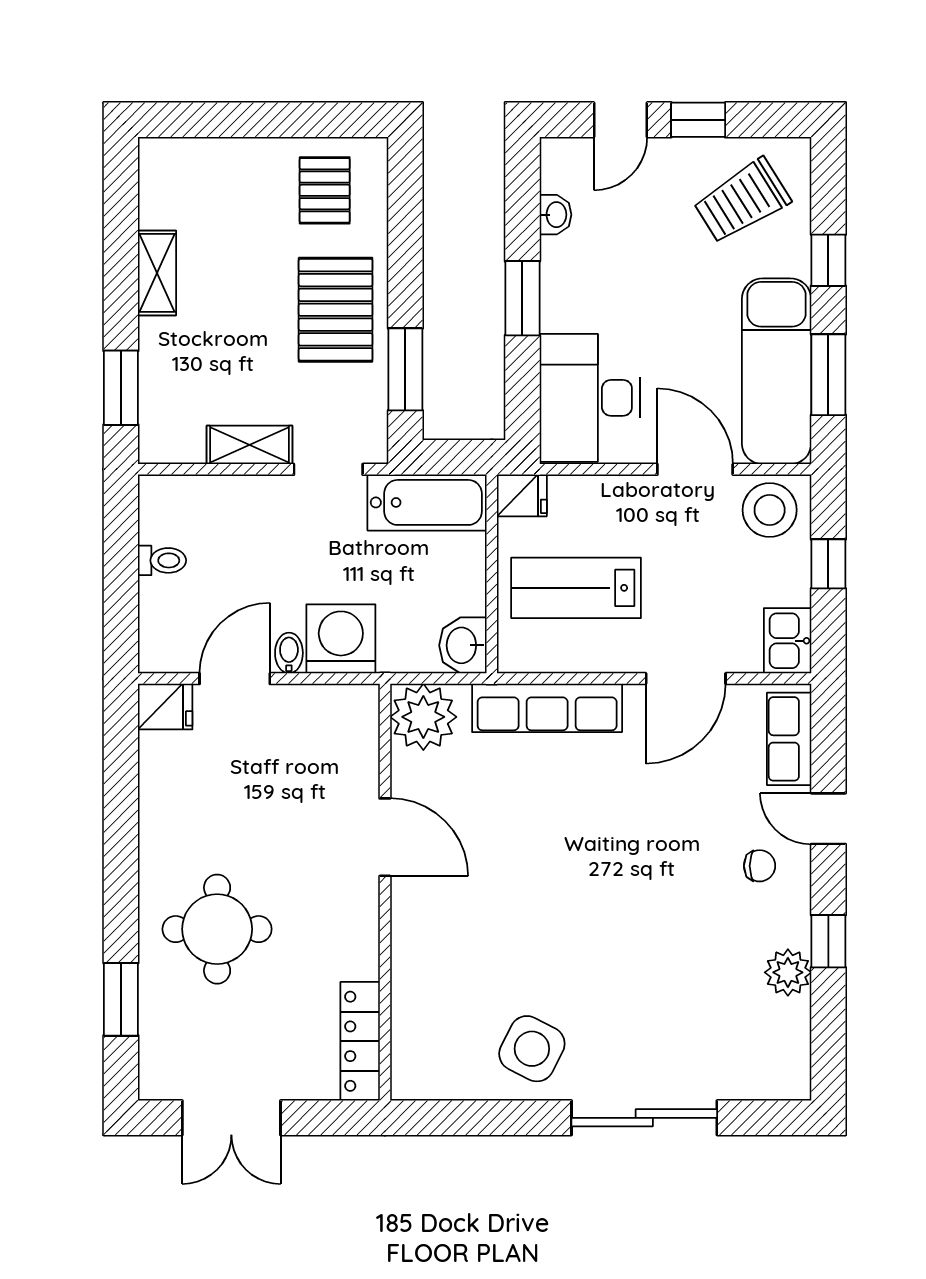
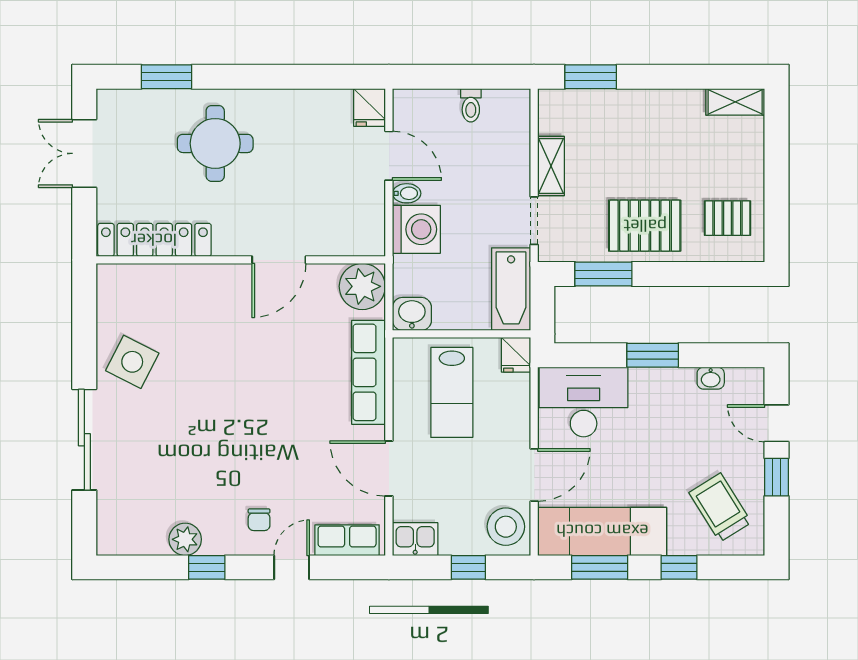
shelving: (157, 273) -> (735, 102), moved
lab bench: (576, 588) -> (452, 392), turned 180
locker: (360, 1041) -> (154, 240), width x1.41, depth x1.21

